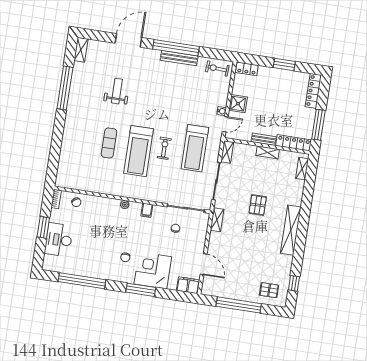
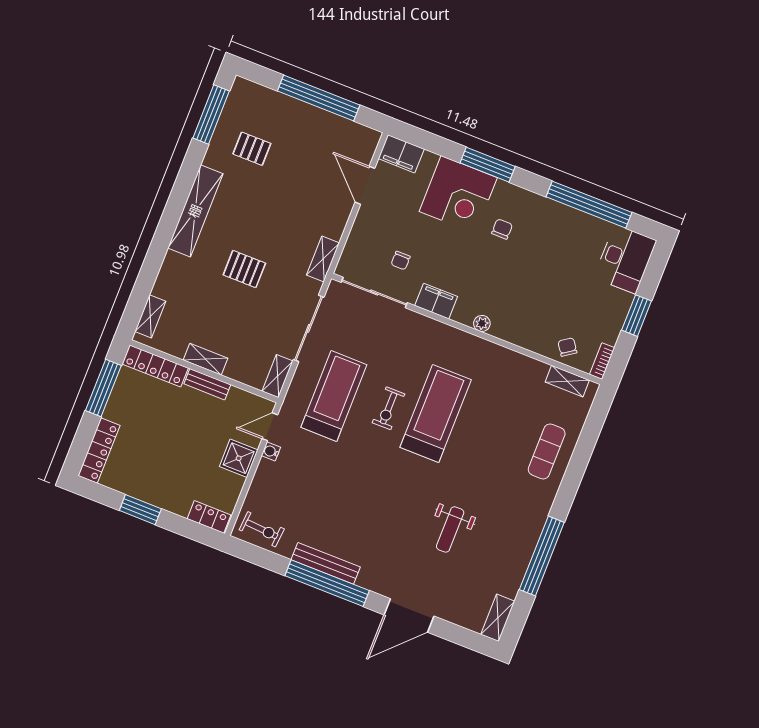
exercise mat: (109, 143) -> (547, 451), moved
shelving: (72, 184) -> (567, 381), added
pallet: (258, 205) -> (244, 269), turned 90
filing cabinet: (147, 210) -> (436, 301), width x2.00
desk: (59, 240) -> (625, 259), moved
window: (294, 283) -> (211, 115), width x2.17
pallet: (269, 290) -> (252, 149), moved

